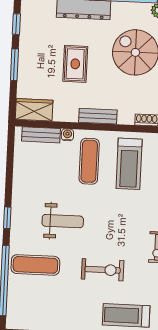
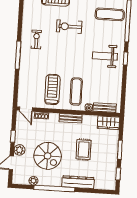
weight bench: (63, 221) -> (105, 56), moved
exercise mat: (35, 265) -> (110, 14), moved

